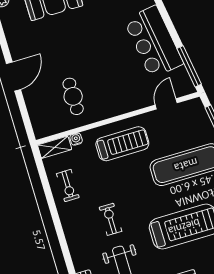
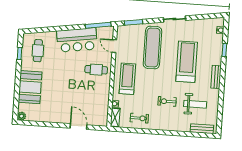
door: (13, 77) -> (79, 126), moved
cafe table: (73, 96) -> (96, 70), moved

